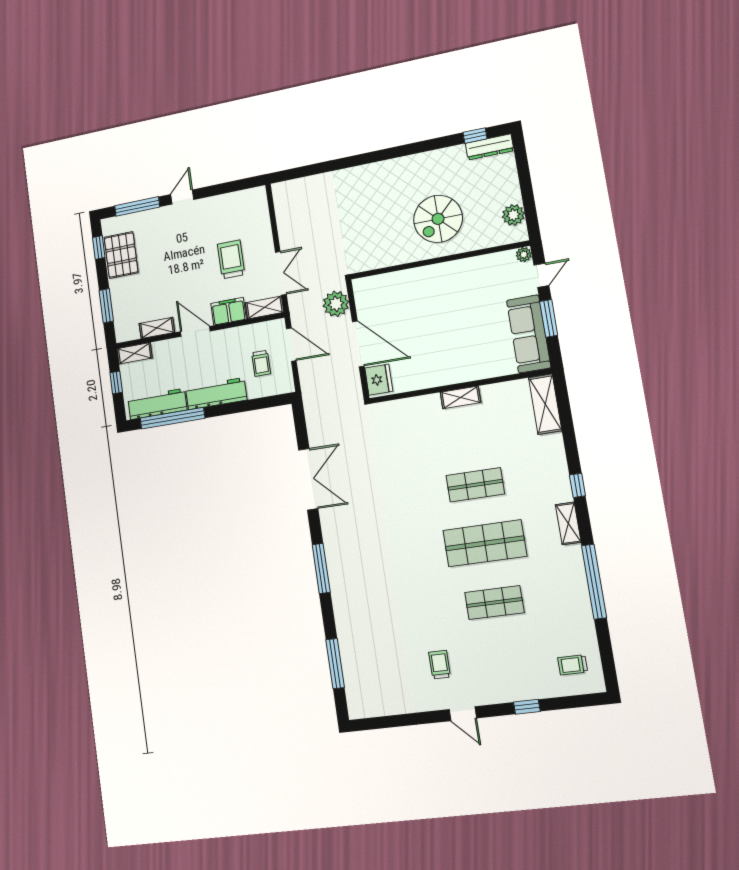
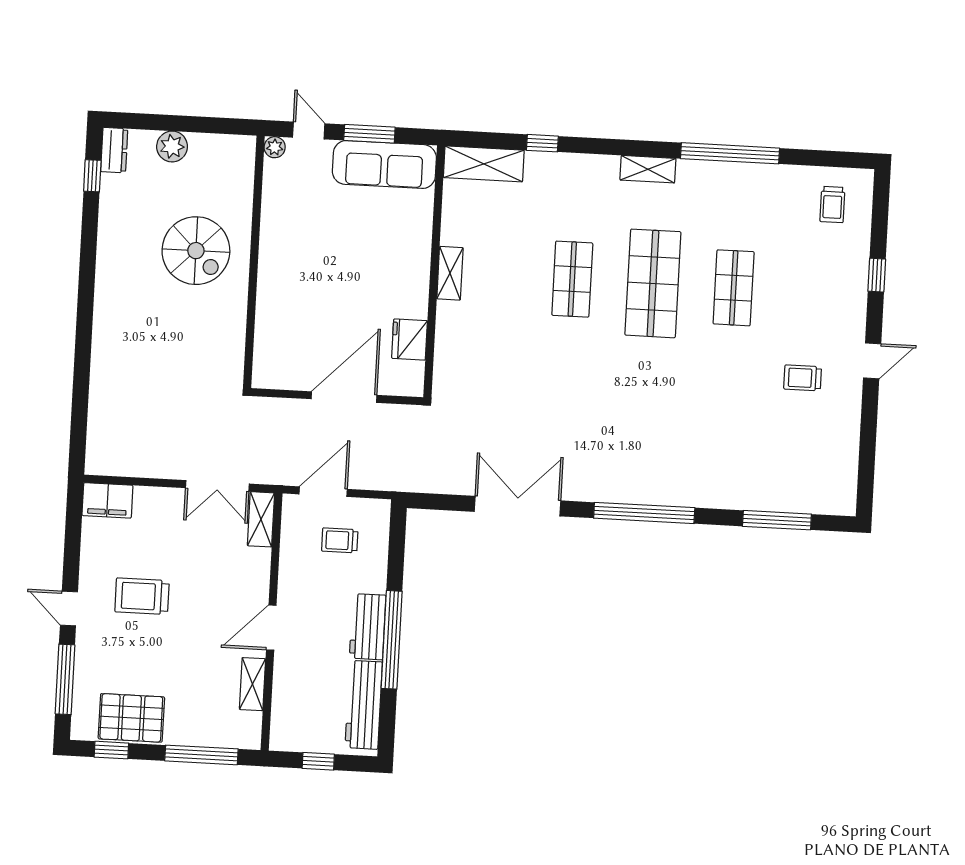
dresser: (489, 147) -> (114, 150), width x0.70
plant: (513, 215) -> (172, 147), moved
trolley: (231, 259) -> (142, 596), moved
double door: (281, 273) -> (217, 486), swing flipped
plant: (336, 304) -> (280, 417), removed
window: (106, 306) -> (201, 755), width x1.44
filing cabinet: (228, 311) -> (107, 500), moved, turned -90
shelving: (135, 353) -> (282, 725), removed
trolley: (261, 363) -> (340, 540), turned 180
fridge: (379, 380) -> (409, 340), moved, turned -90
workbench: (216, 394) -> (368, 627), width x0.73
window: (172, 418) -> (392, 640), moved
window: (577, 485) -> (542, 143), moved
window: (321, 568) -> (644, 513), width x1.46

